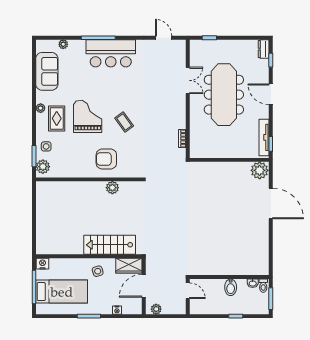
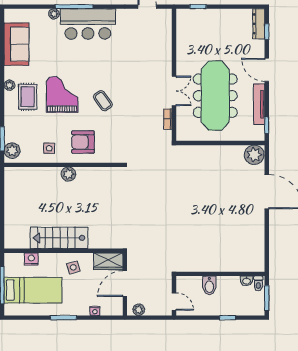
plant: (63, 44) -> (54, 14), moved
dresser: (264, 49) -> (259, 24), width x1.44
double door: (188, 80) -> (174, 91), moved
meeting table: (224, 95) -> (215, 96), moved
tv unit: (264, 137) -> (259, 104), moved
side table: (46, 146) -> (49, 148), moved
plant: (112, 188) -> (68, 174), moved
stairs: (110, 245) -> (59, 238), moved
nightstand: (43, 264) -> (31, 259), moved
bidet: (231, 287) -> (209, 285), moved
door: (188, 291) -> (174, 302), moved

